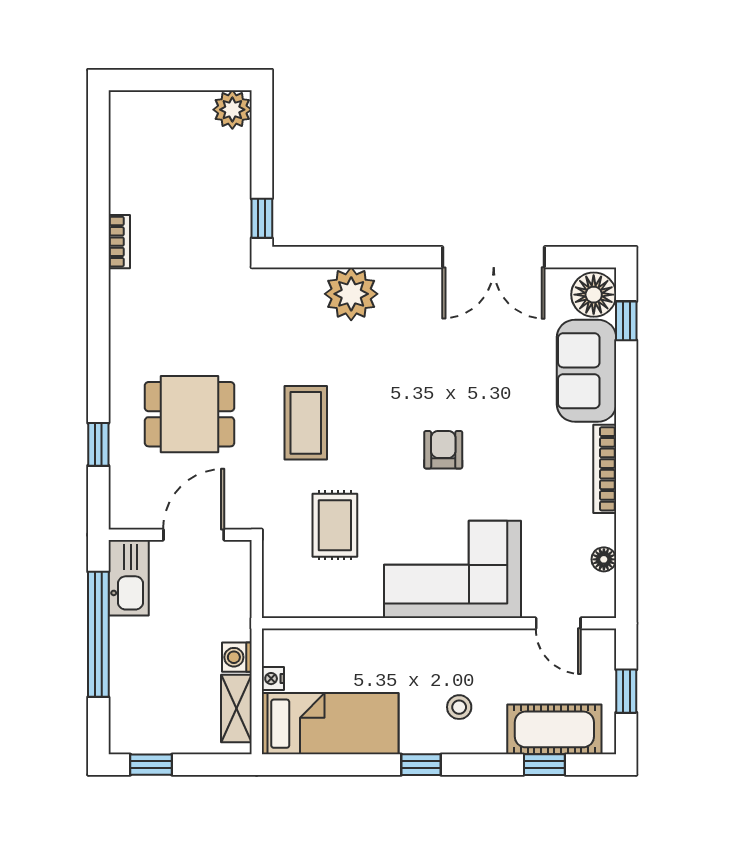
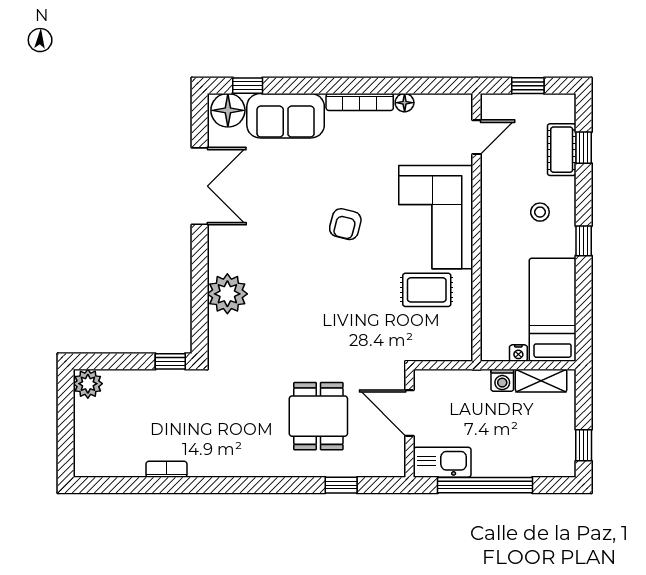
bookcase: (119, 242) -> (166, 469), moved
coffee table: (306, 423) -> (325, 328), removed
armchair: (443, 450) -> (345, 224), turned -76
rug: (335, 525) -> (427, 290), moved
floor lamp: (604, 559) -> (405, 103), moved
cot: (554, 729) -> (562, 150), width x0.73, depth x0.75

